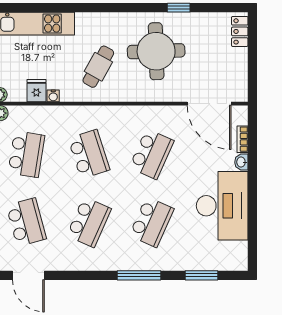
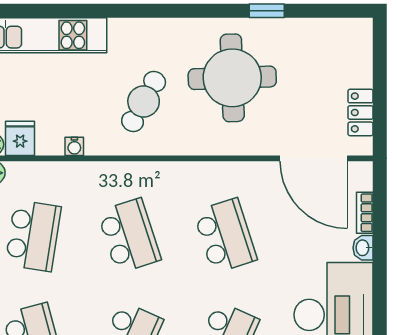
locker: (240, 31) -> (361, 112), moved
fridge: (36, 91) -> (20, 138), moved
school desk: (152, 154) -> (225, 236), turned -42

